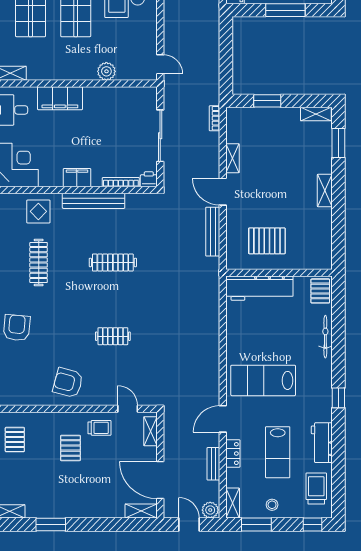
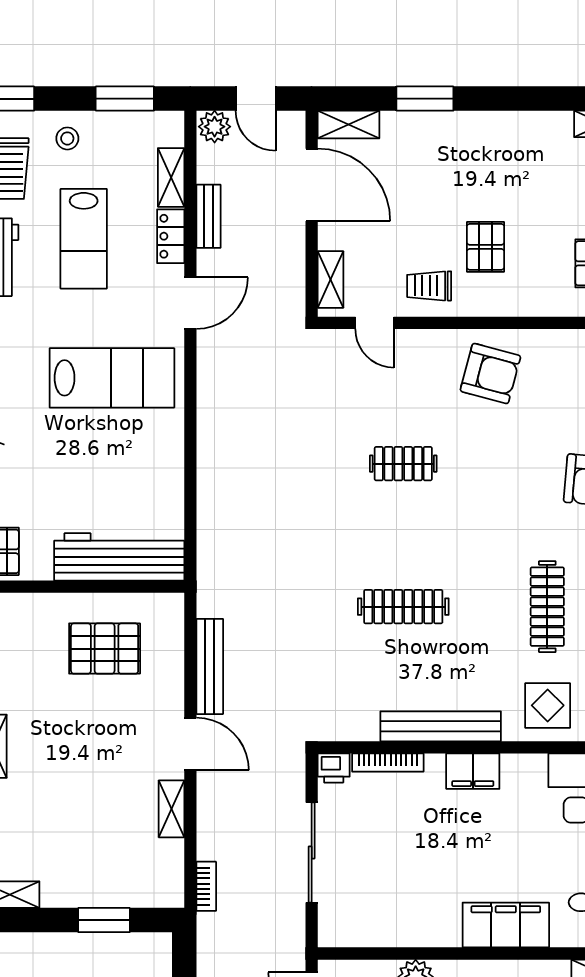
lab bench: (278, 452) -> (84, 239), turned 180
shelving: (233, 503) -> (171, 177), moved
stool: (272, 505) -> (67, 138), moved
window: (51, 524) -> (425, 99), moved

